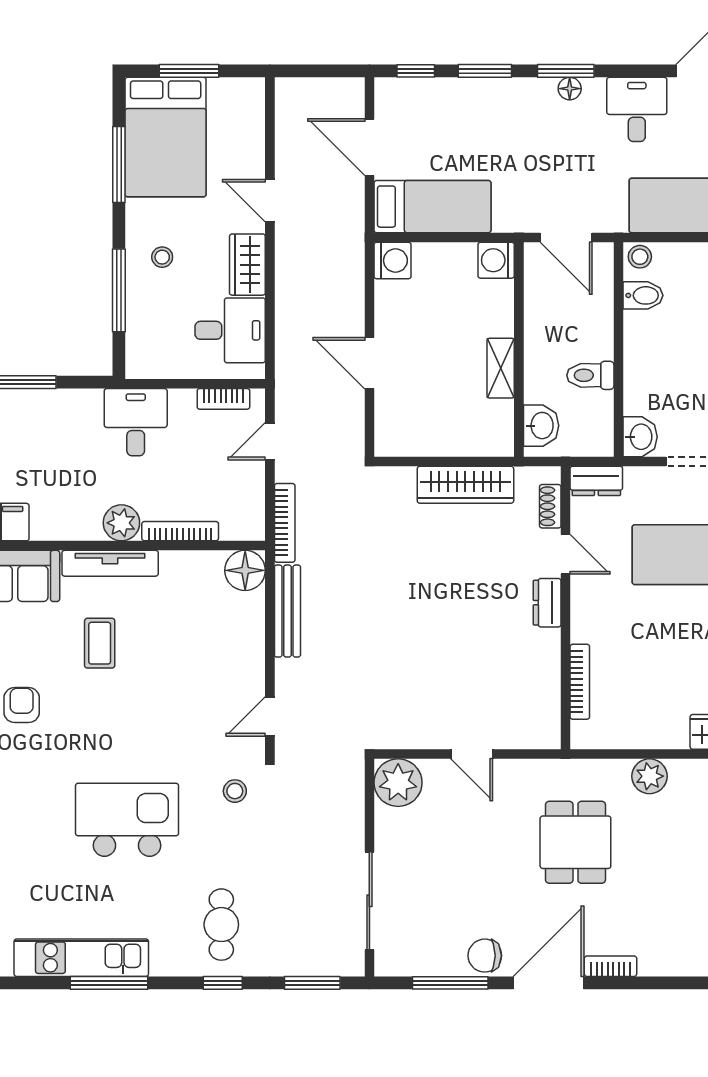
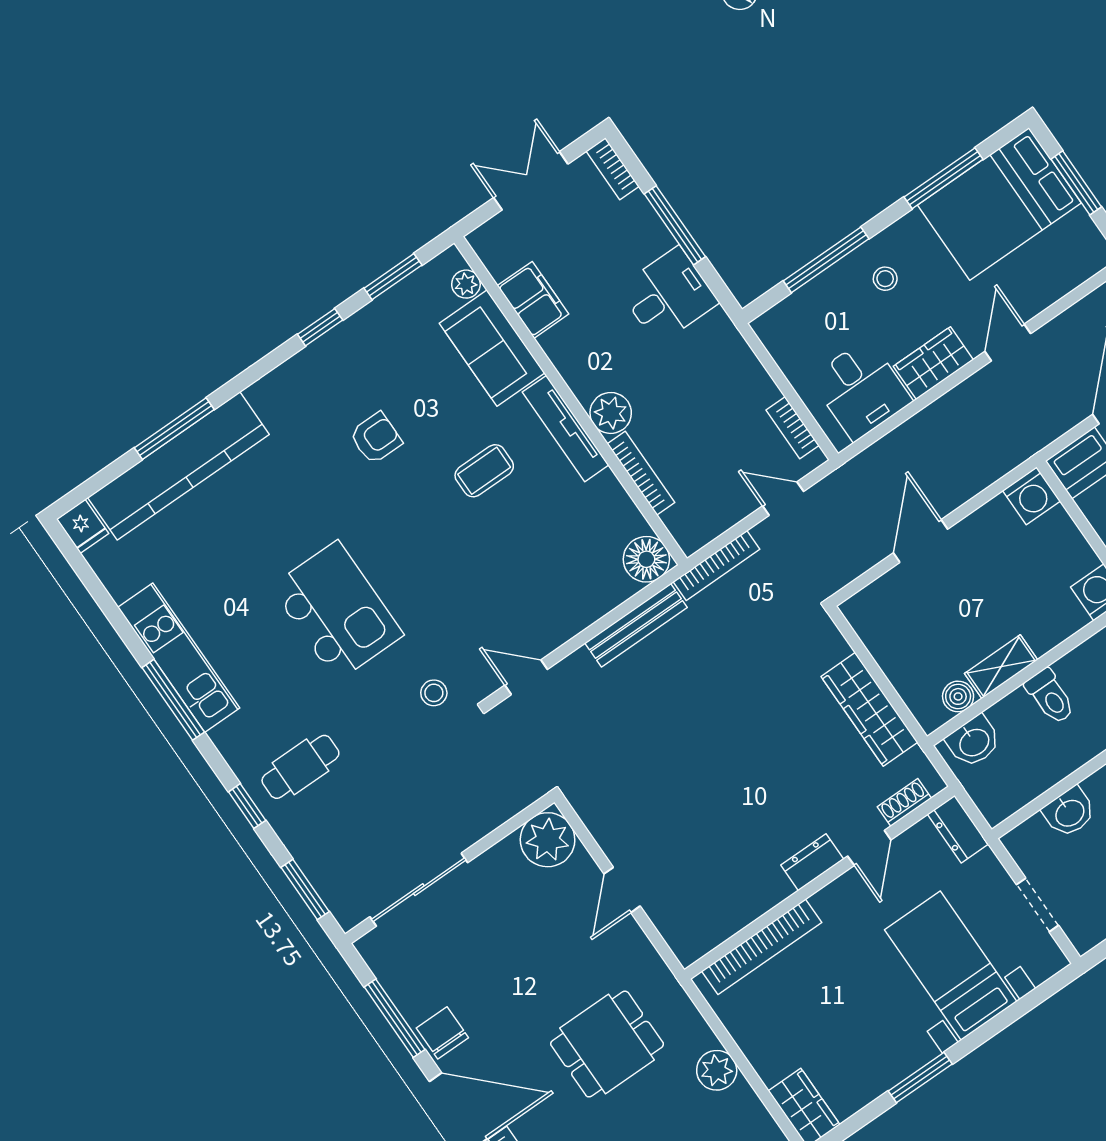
toilet: (590, 375) -> (1050, 697), moved, turned 180
boiler: (501, 414) -> (958, 696), added
desk: (136, 422) -> (668, 295), moved
washbasin: (640, 437) -> (1069, 812), moved
bookcase: (580, 682) -> (762, 947), width x1.48, depth x1.31

